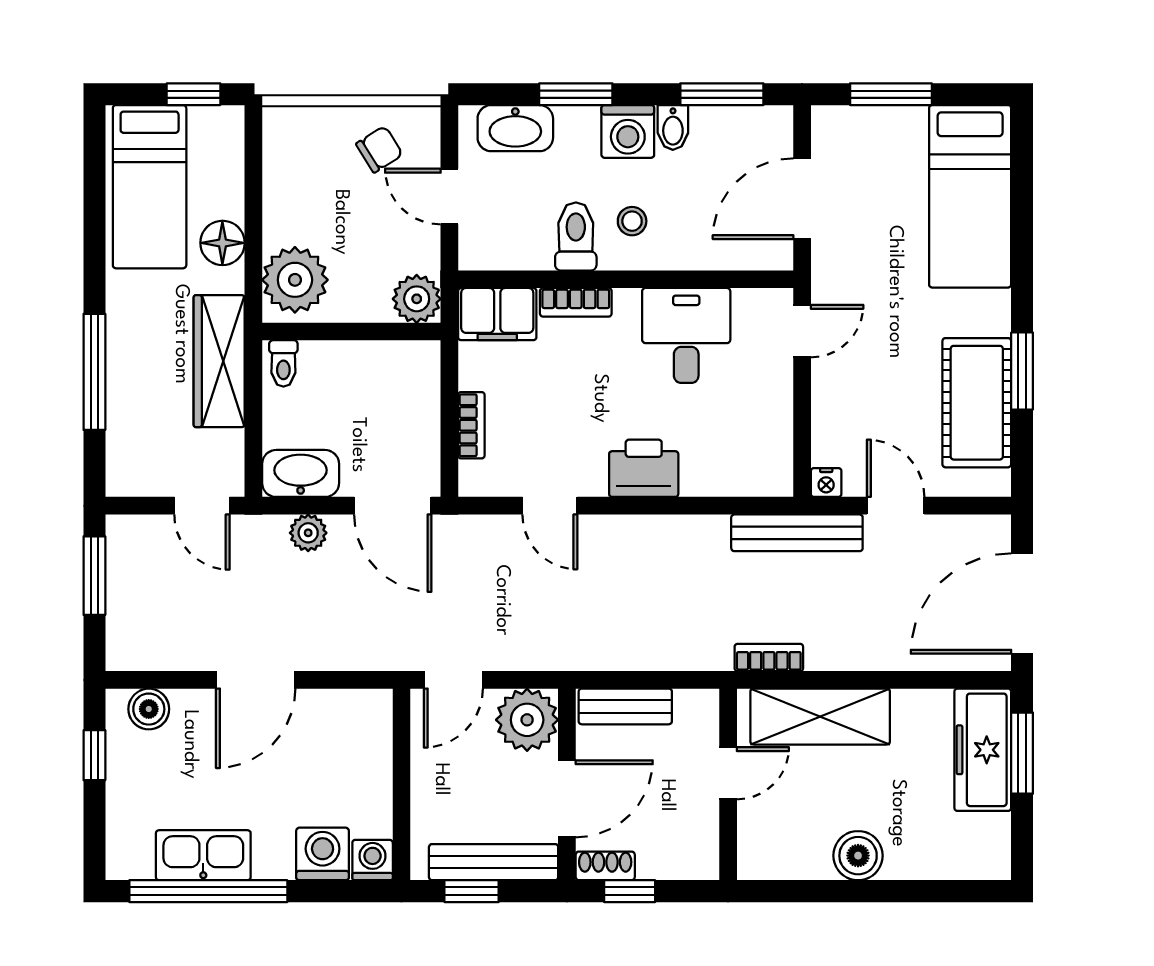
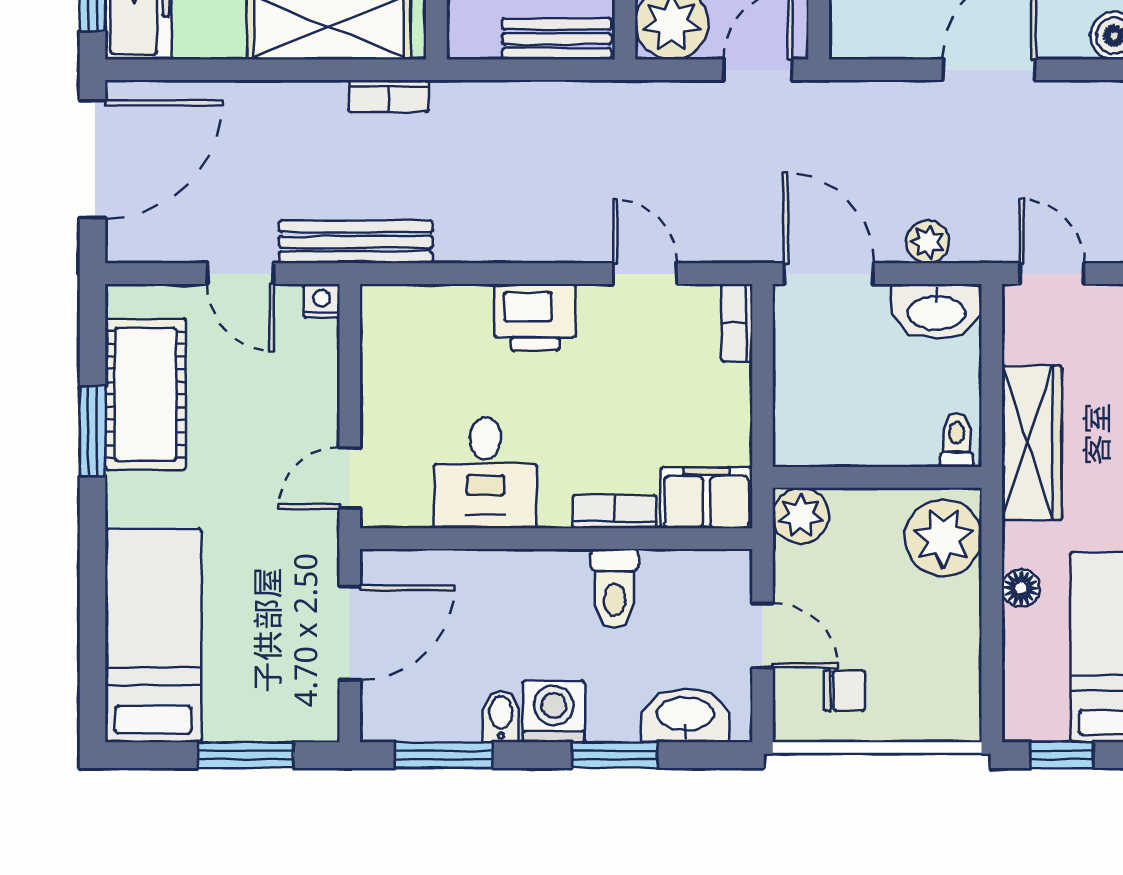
chair: (379, 149) -> (844, 691), turned -148
stool: (632, 221) -> (549, 607), removed
floor lamp: (222, 243) -> (1021, 588), width x0.73, depth x0.73
bookcase: (471, 425) -> (737, 323), moved

